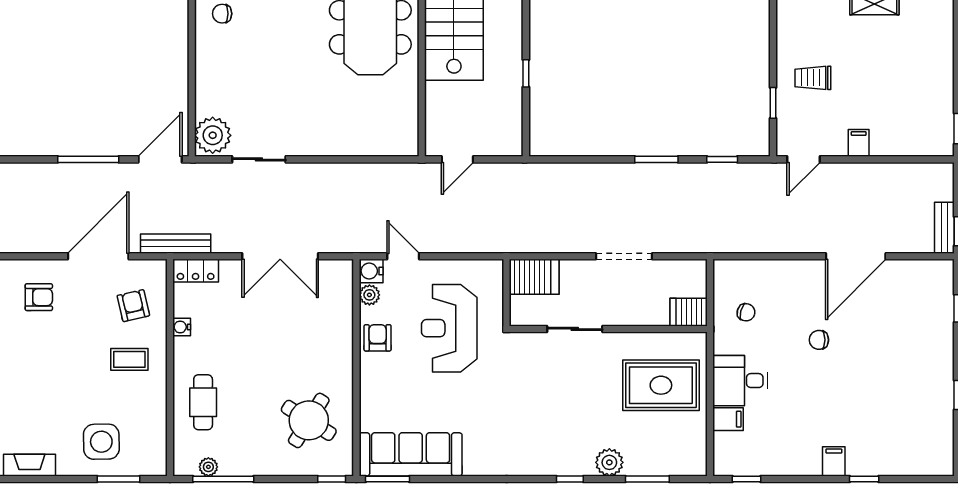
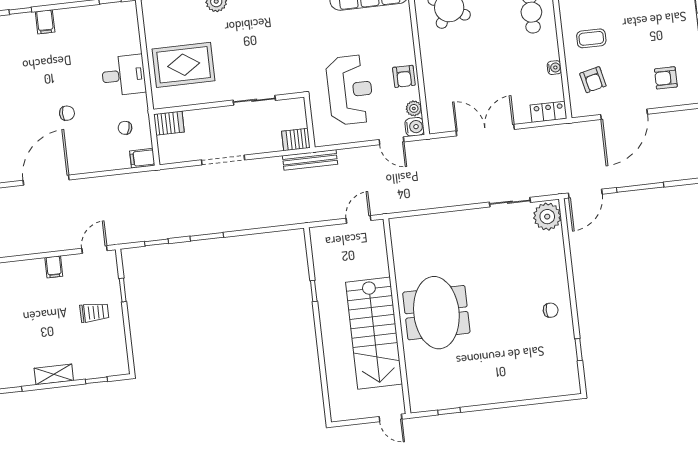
bench: (176, 244) -> (310, 160), moved
server rack: (534, 277) -> (296, 139), width x0.73, depth x0.70
filing cabinet: (728, 419) -> (142, 158), moved

